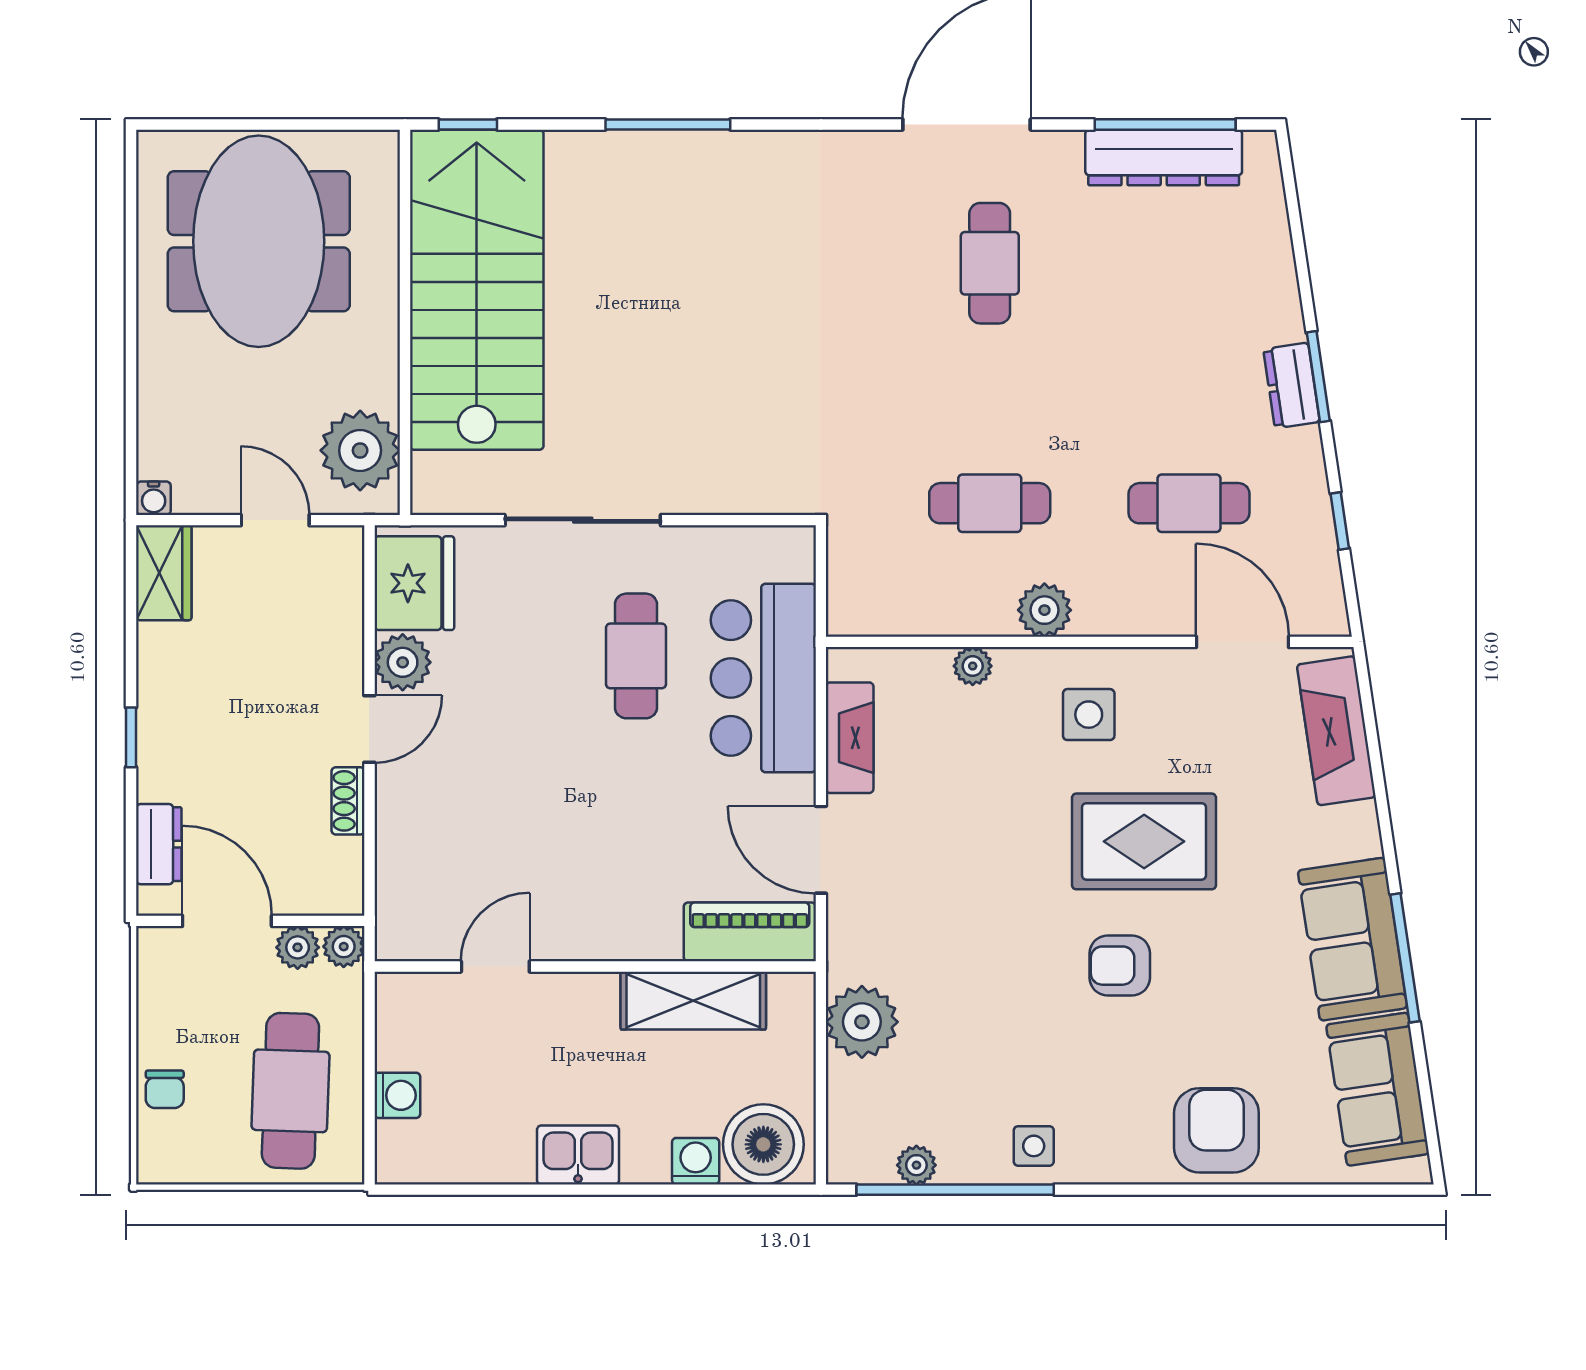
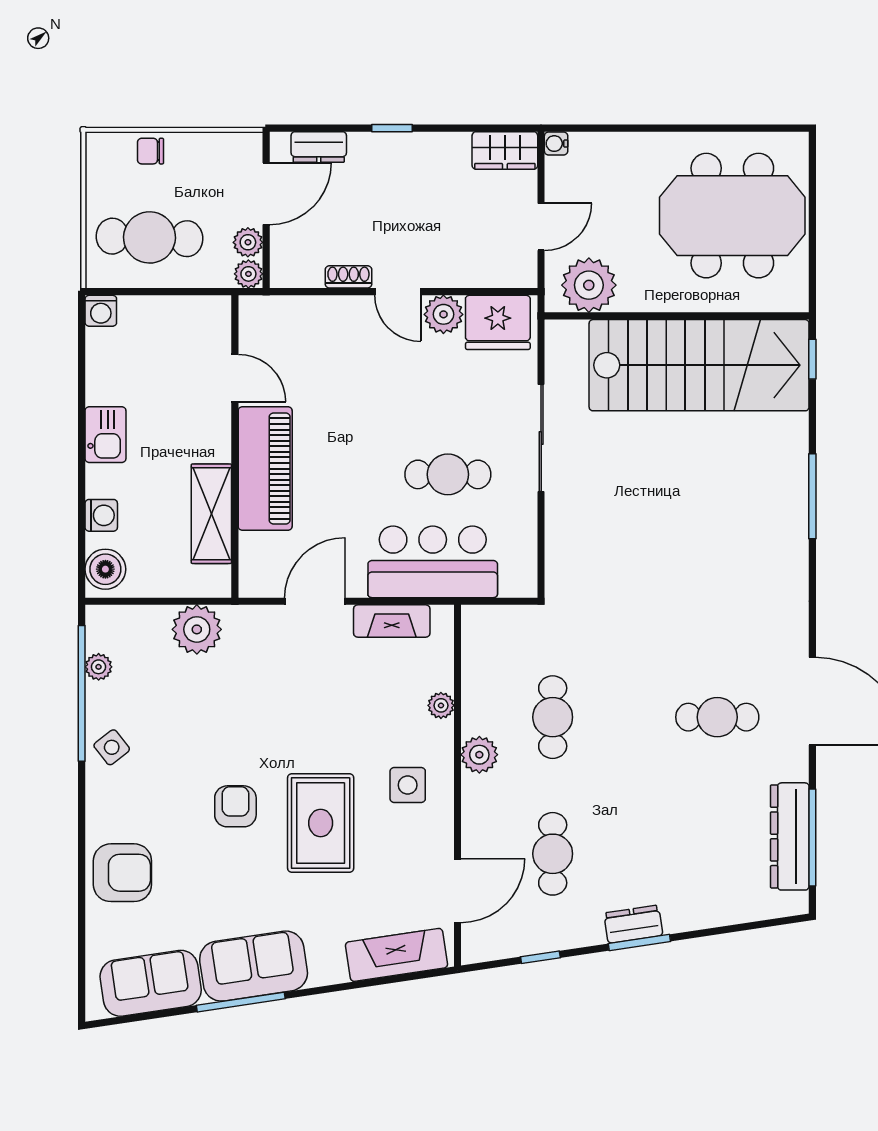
piano: (750, 932) -> (265, 469), moved, width x1.37, depth x1.33
washing machine: (397, 1095) -> (101, 311), moved
boiler: (763, 1144) -> (105, 569), width x0.73, depth x0.73
side table: (1034, 1146) -> (112, 747), turned -38

